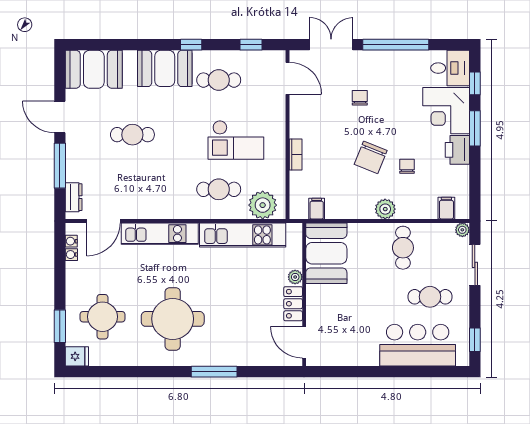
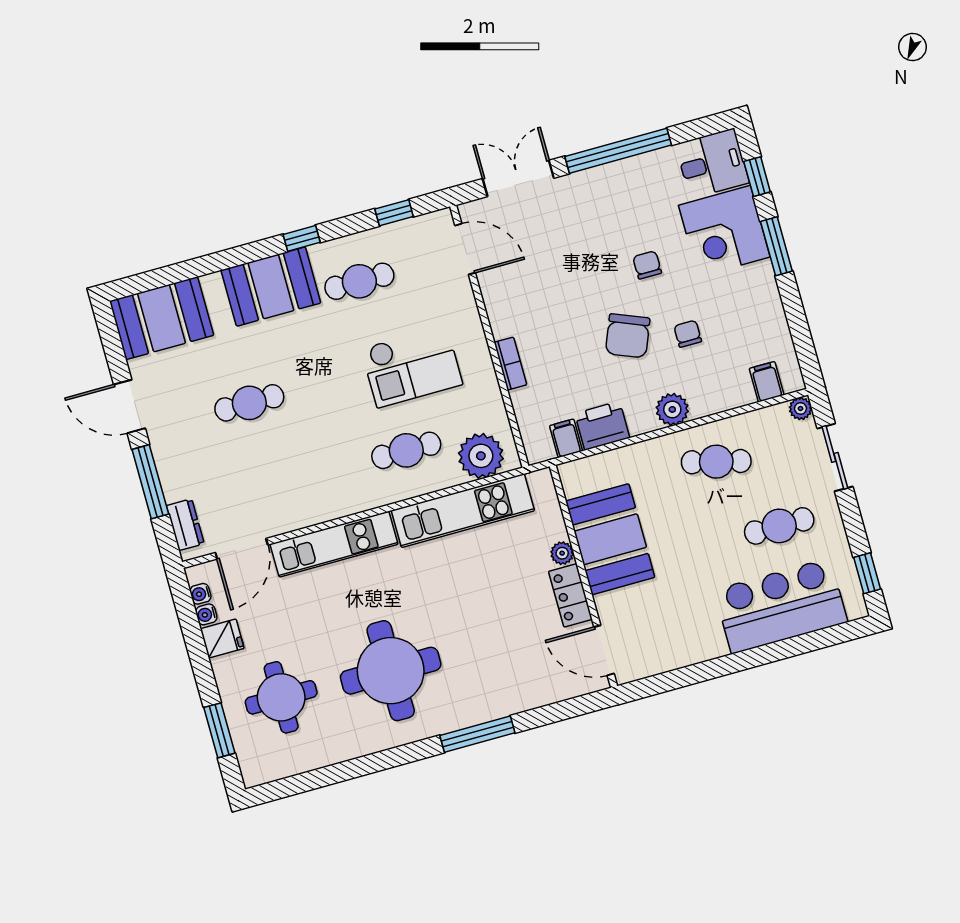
chair: (360, 98) -> (647, 265), moved
printer: (457, 150) -> (602, 426), moved, turned 90
cafe table: (403, 248) -> (716, 462), turned -76
booth: (326, 253) -> (610, 539), moved
fridge: (77, 356) -> (222, 639), moved

